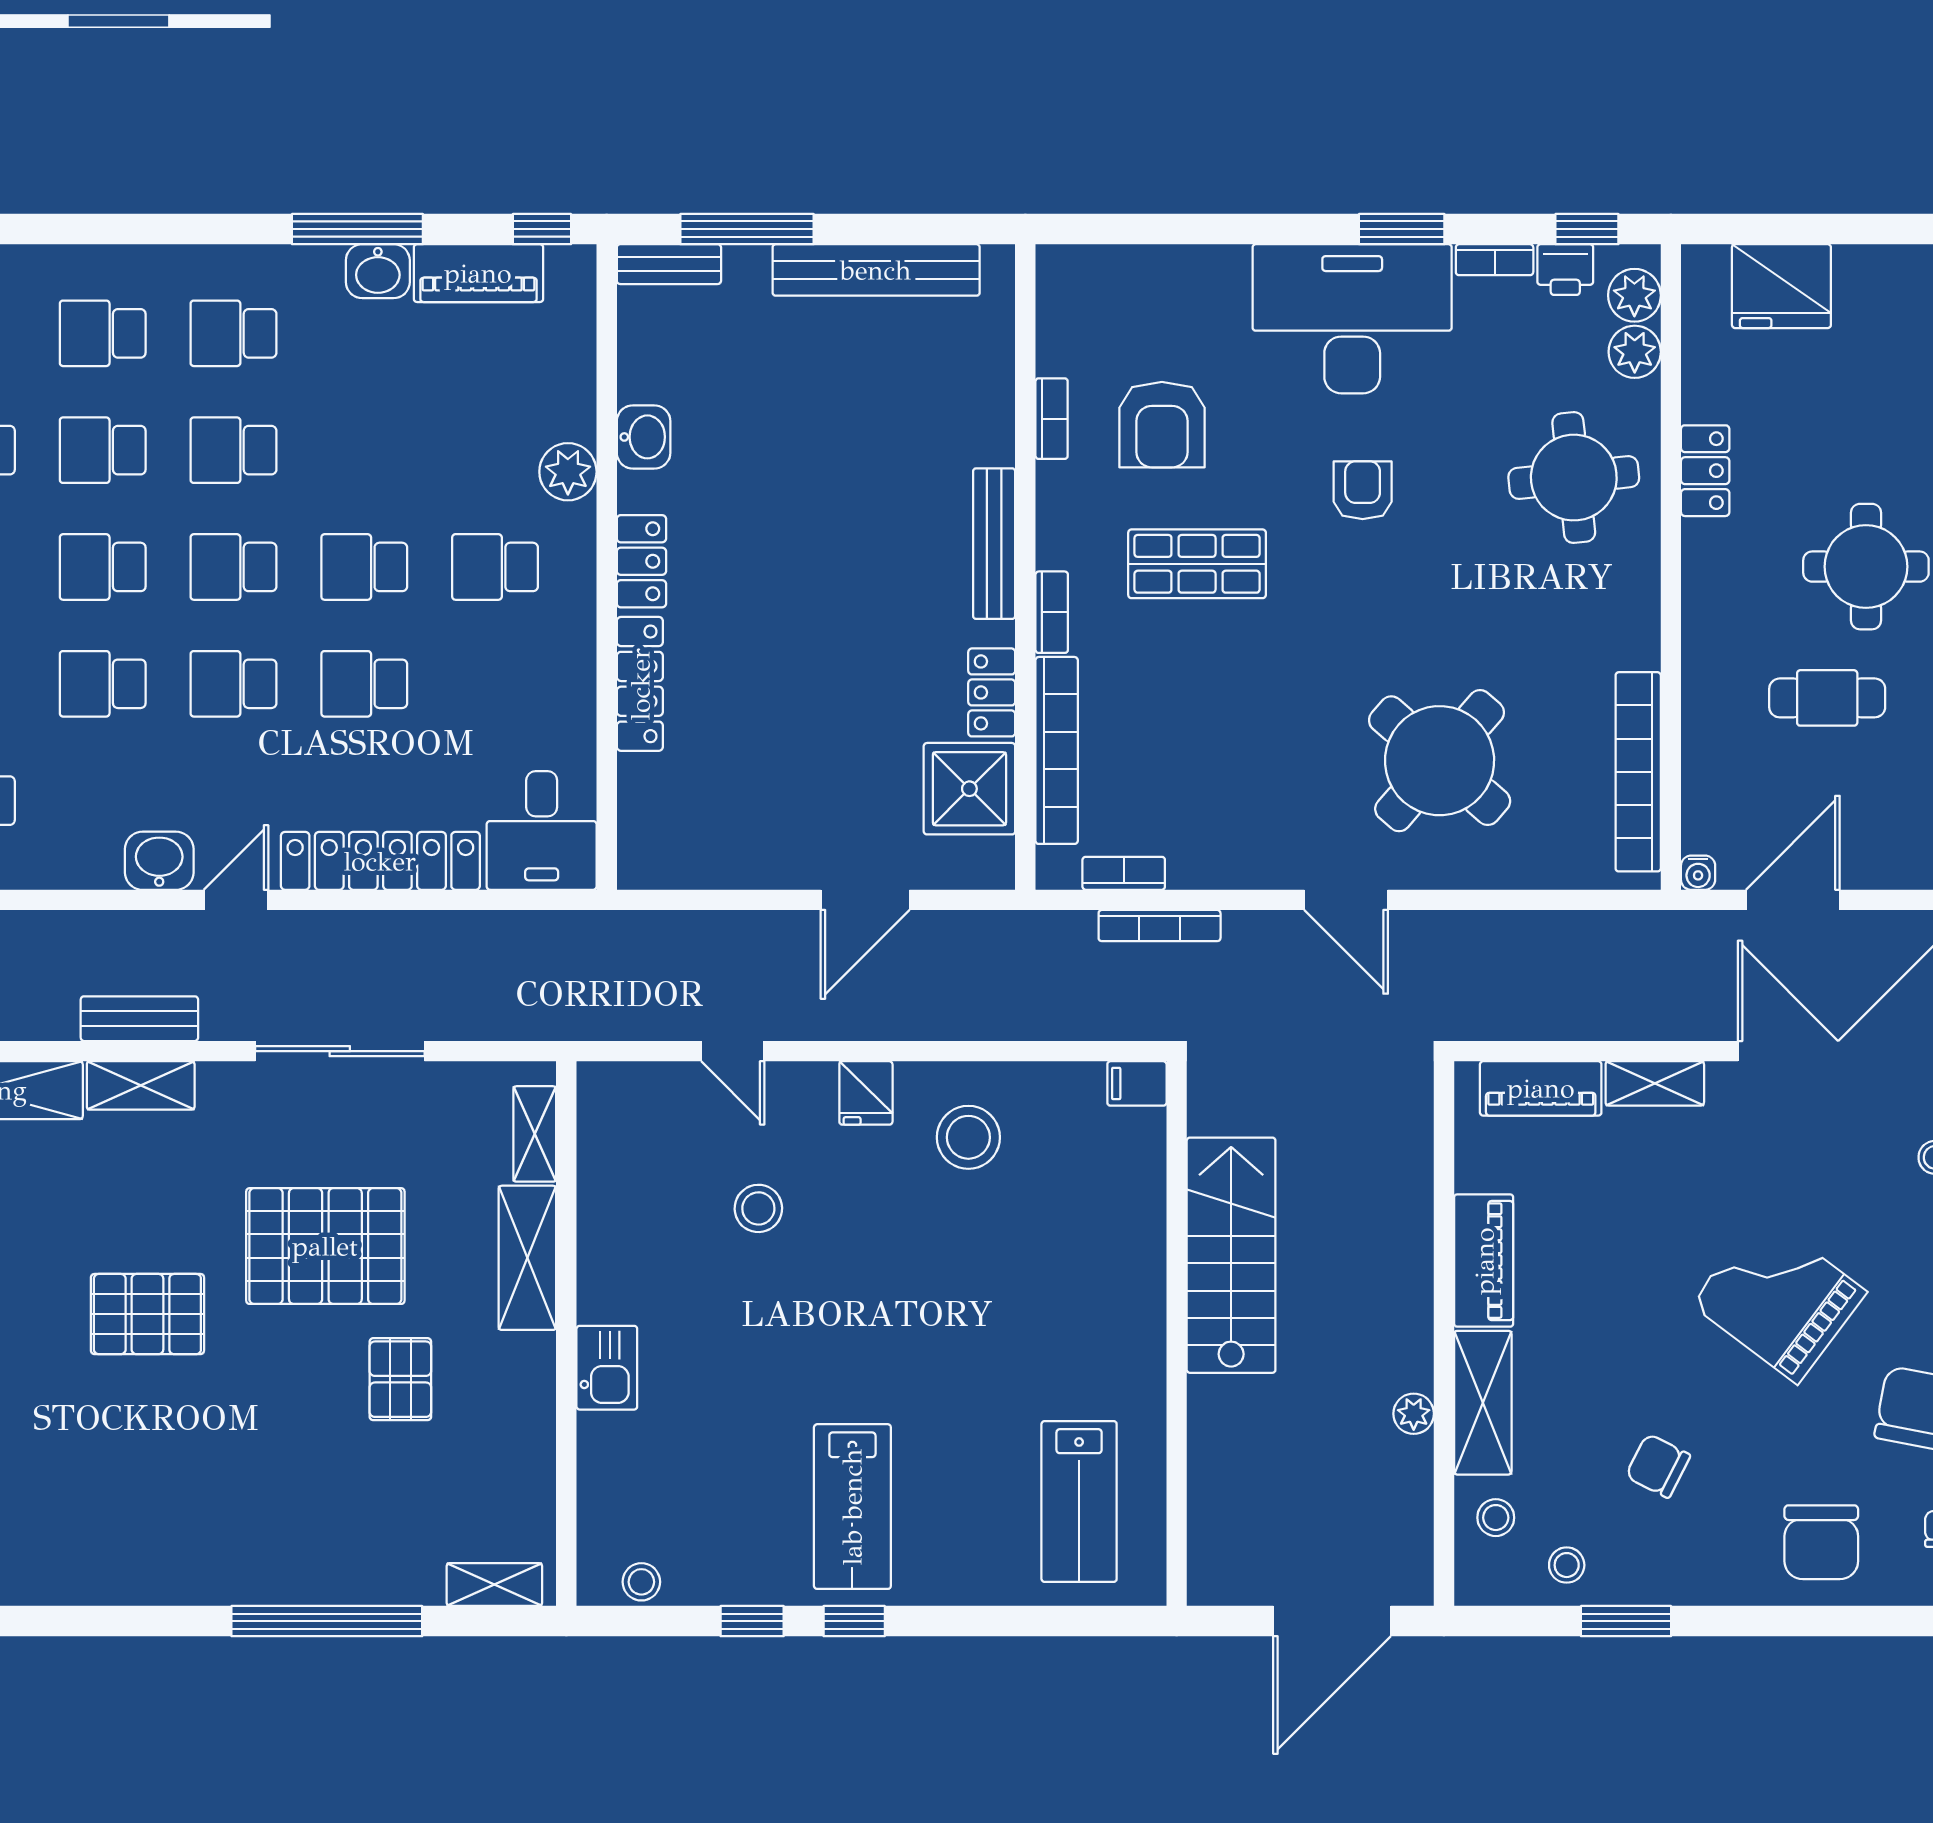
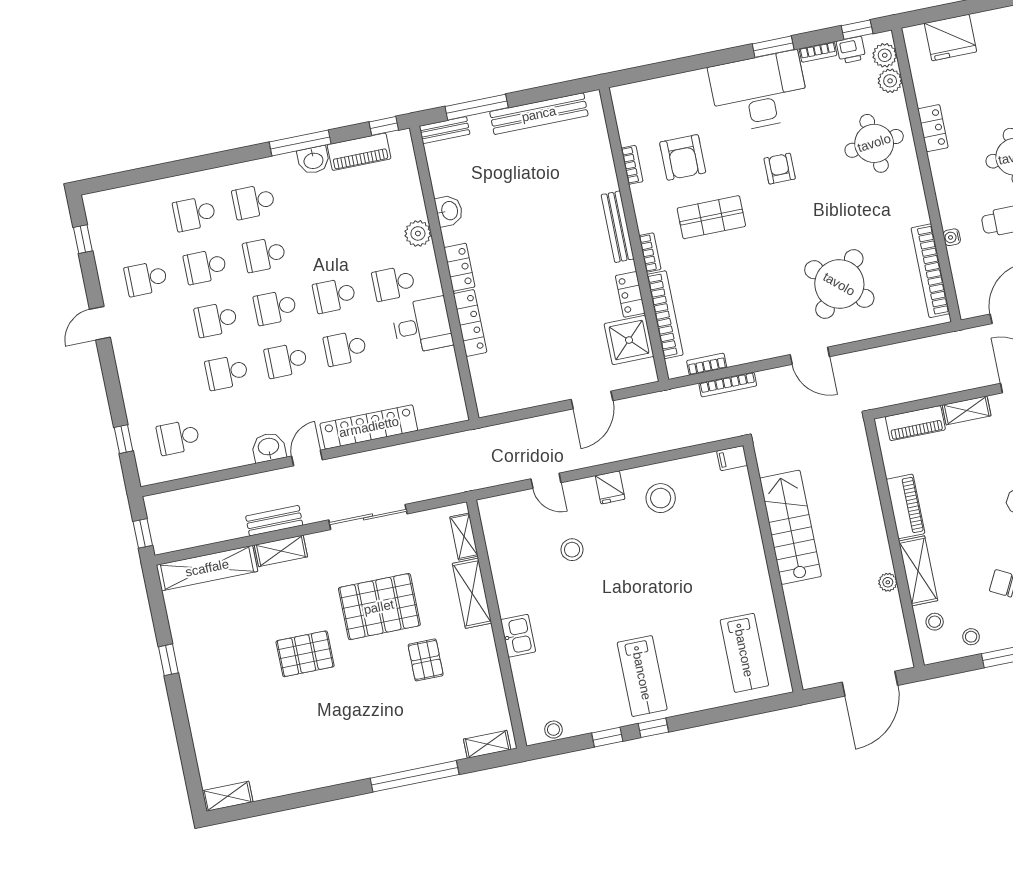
desk: (542, 831) -> (422, 326), moved, turned -90
water cooler: (1698, 873) -> (952, 237), moved, turned 90

